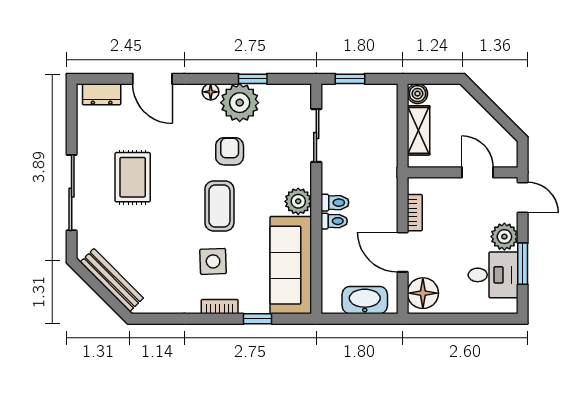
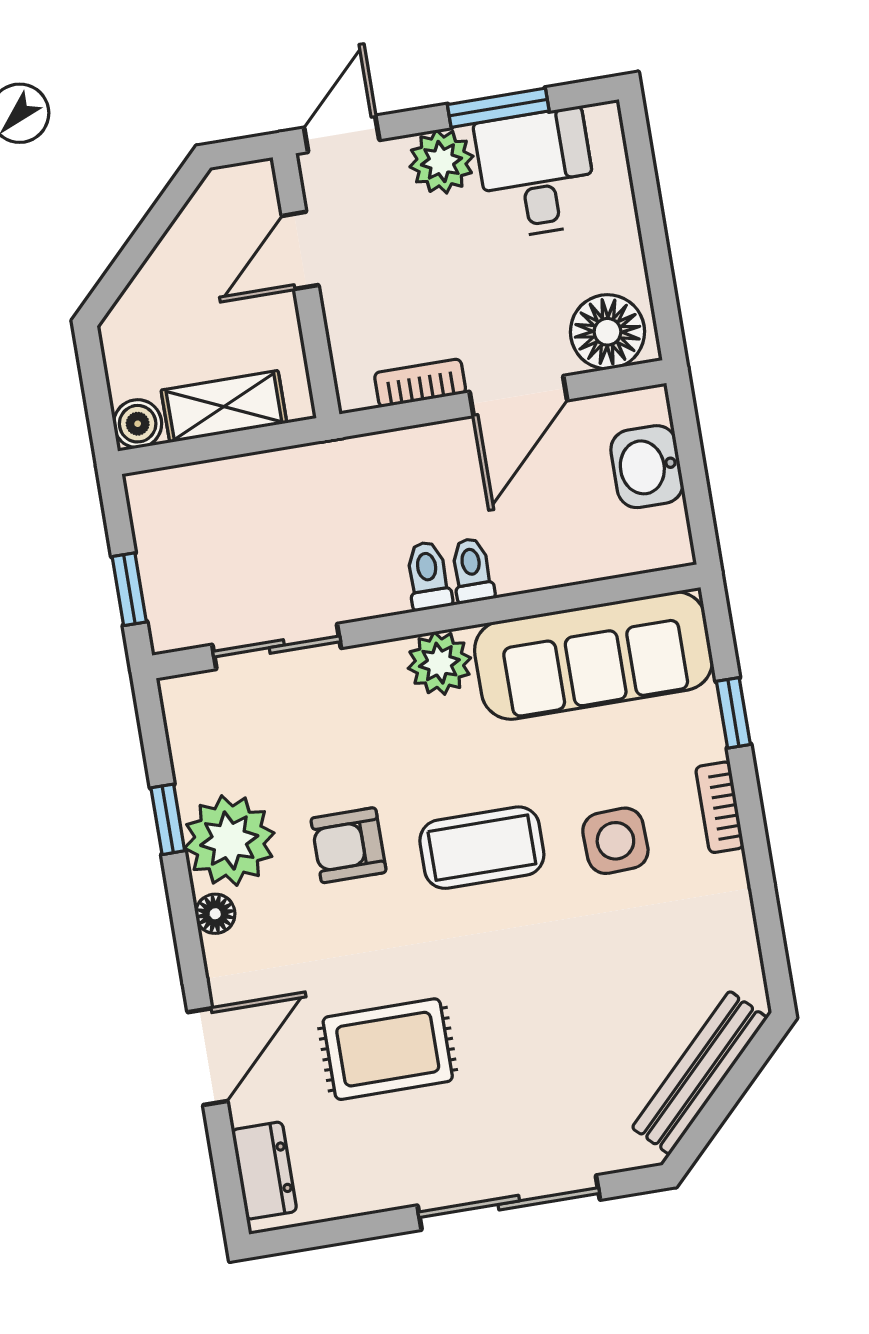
rug: (133, 177) -> (388, 1049), moved
washbasin: (365, 300) -> (647, 467), width x0.72

